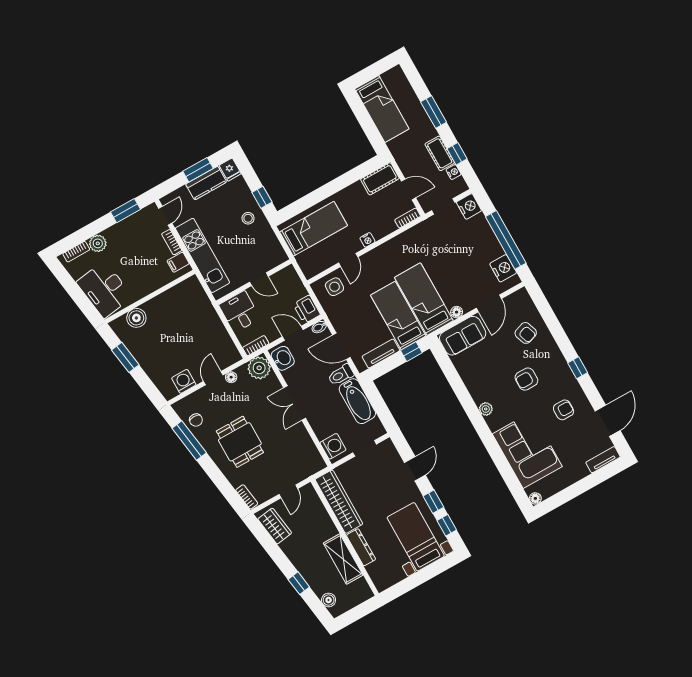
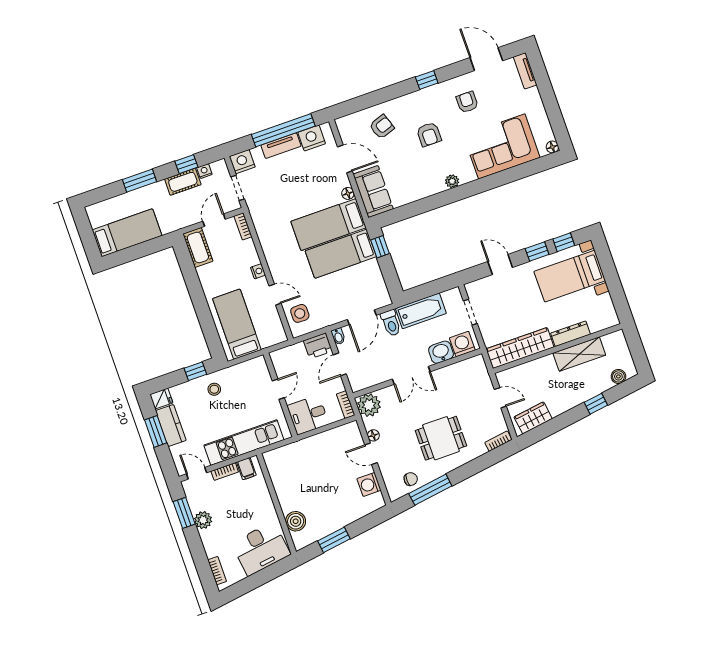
plant: (98, 243) -> (203, 520), moved
tv unit: (381, 353) -> (281, 146), moved, turned -90
washbasin: (283, 358) -> (441, 352), moved

